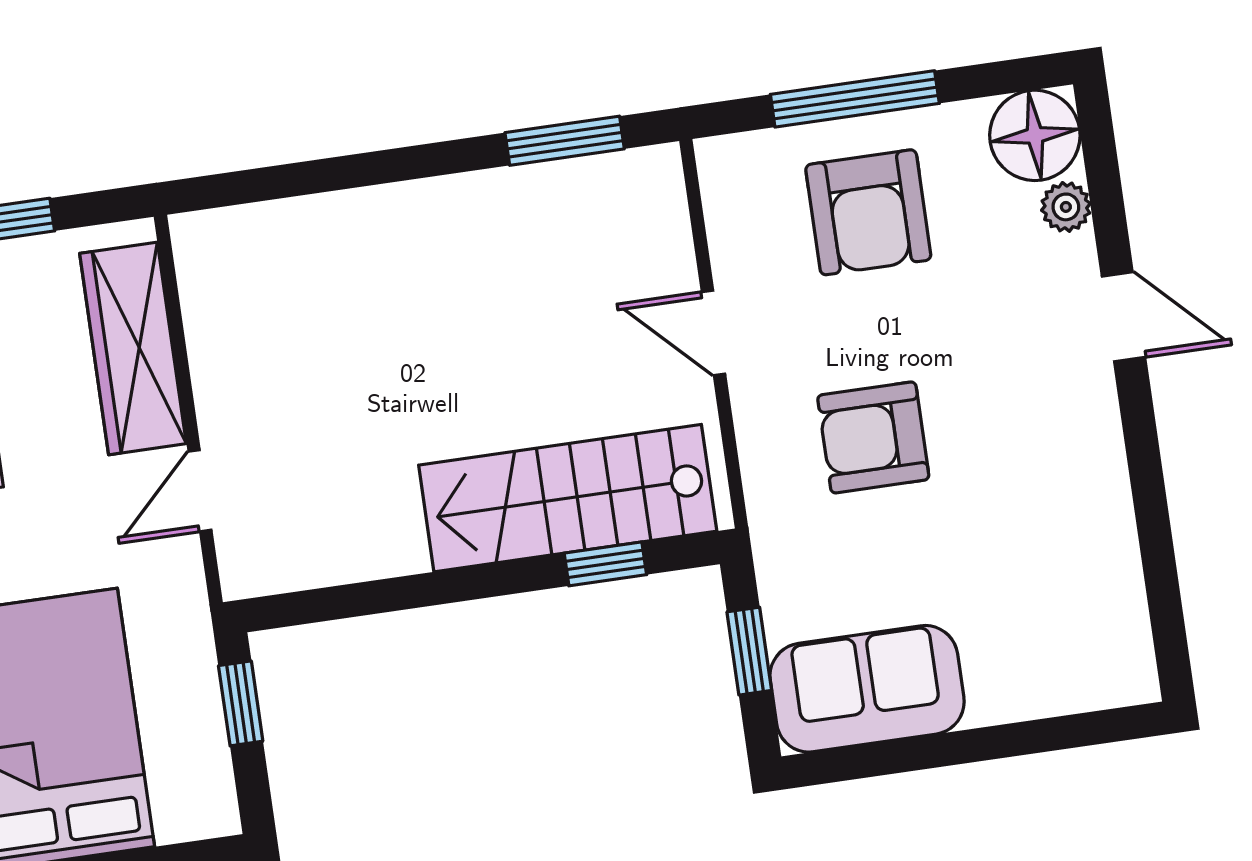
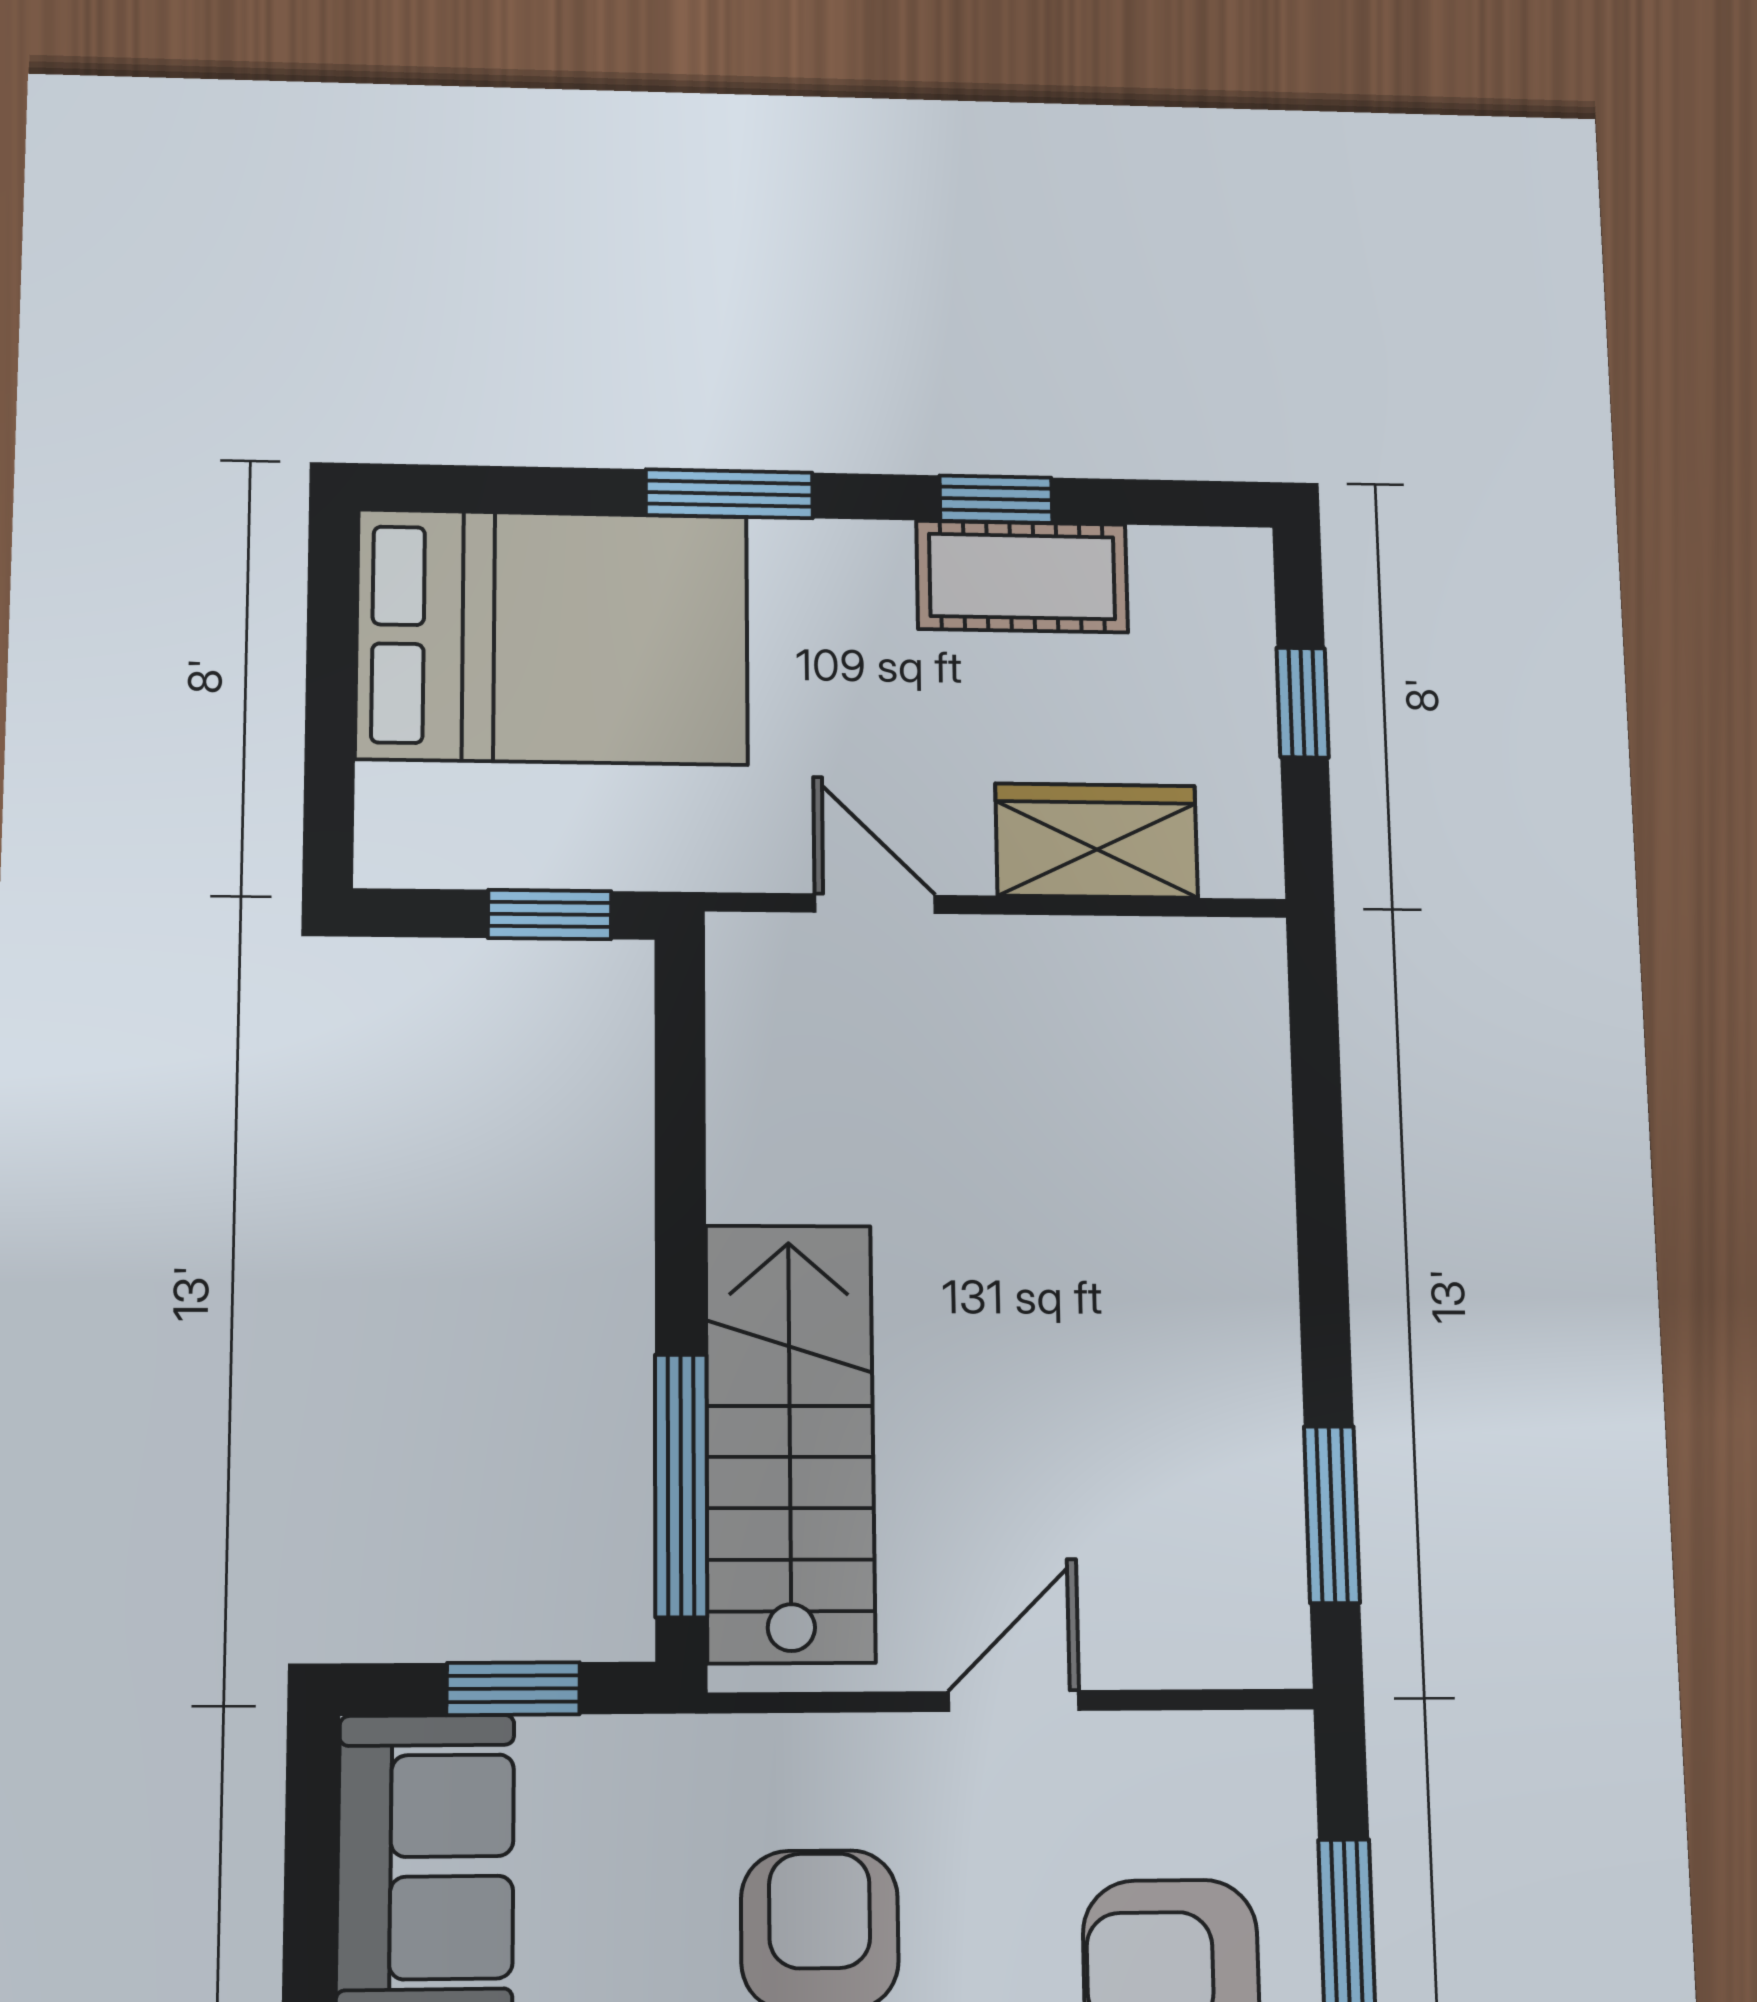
wardrobe: (133, 349) -> (1097, 841), width x0.67
window: (605, 564) -> (681, 1485), width x2.17

